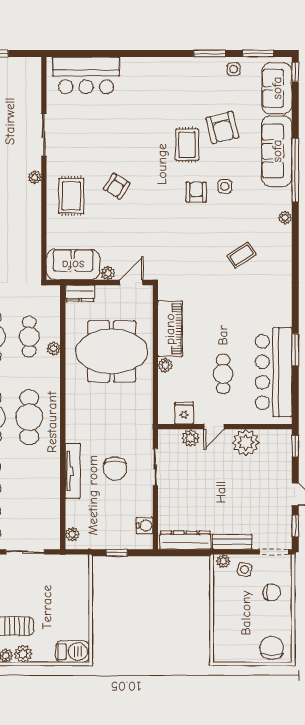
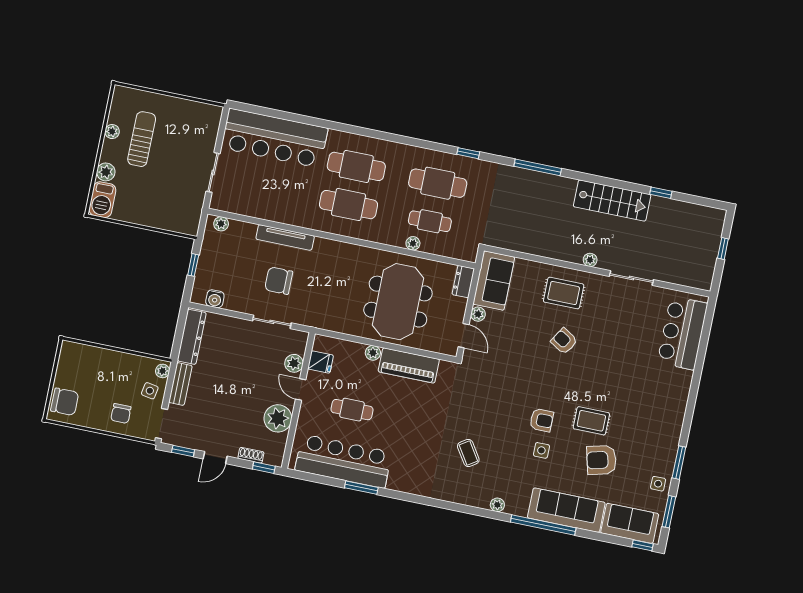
shoe rack: (286, 461) -> (251, 455), added
plant: (23, 654) -> (106, 172), moved

